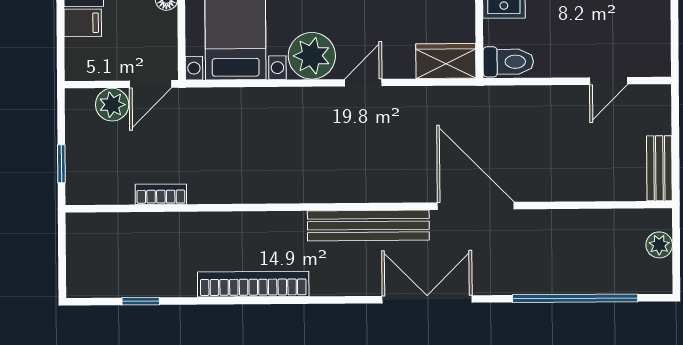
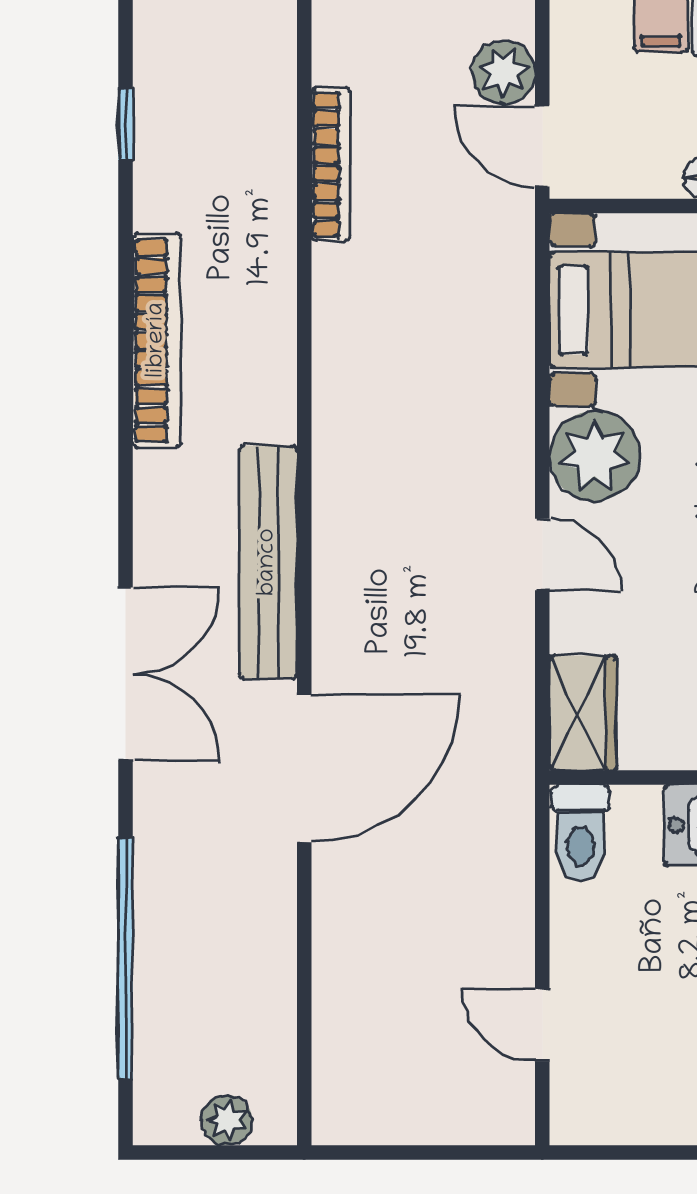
bench: (659, 168) -> (374, 1122), removed
bookcase: (161, 194) -> (331, 164), width x1.56

